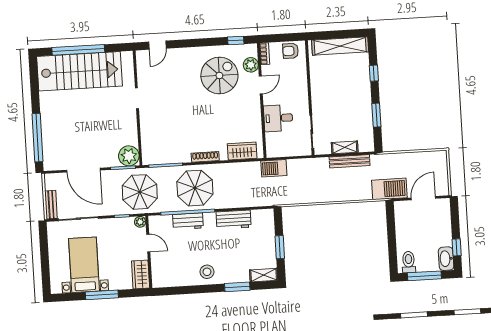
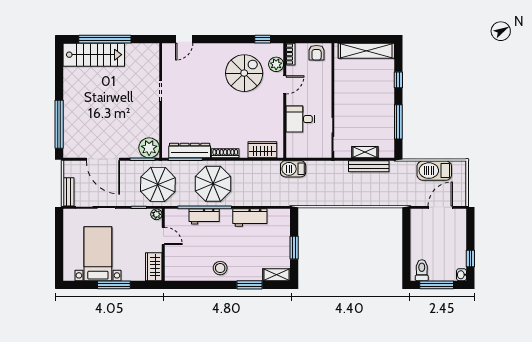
armchair: (291, 51) -> (317, 53), turned -90
stairs: (79, 71) -> (94, 55), width x0.73, depth x0.66
window: (376, 115) -> (398, 122), width x1.44
dresser: (170, 156) -> (190, 151), added
barbecue: (389, 189) -> (434, 171), moved, turned 180
washbasin: (446, 259) -> (461, 275), width x0.52, depth x0.69

